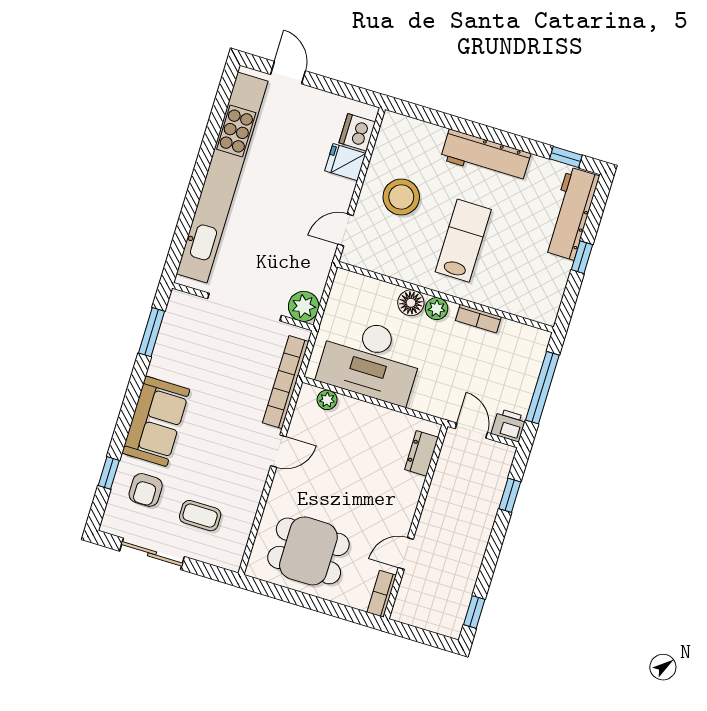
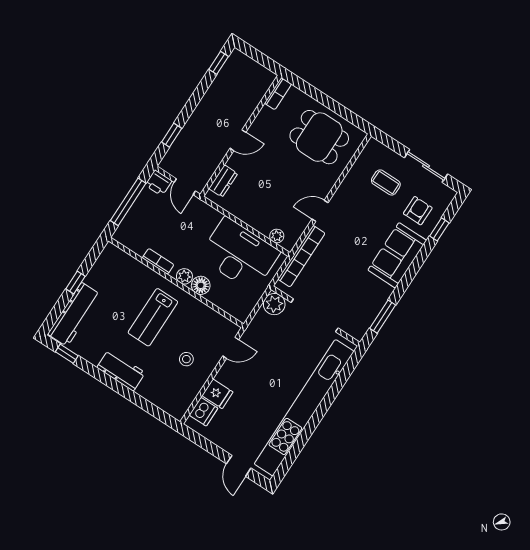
workbench: (486, 156) -> (121, 370), width x0.73
stool: (401, 197) -> (186, 359), width x0.53, depth x0.53
door: (406, 553) -> (238, 140), moved

